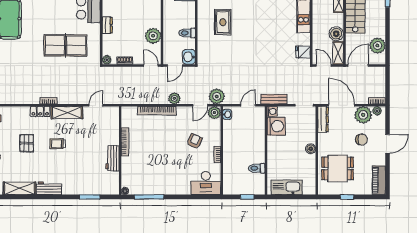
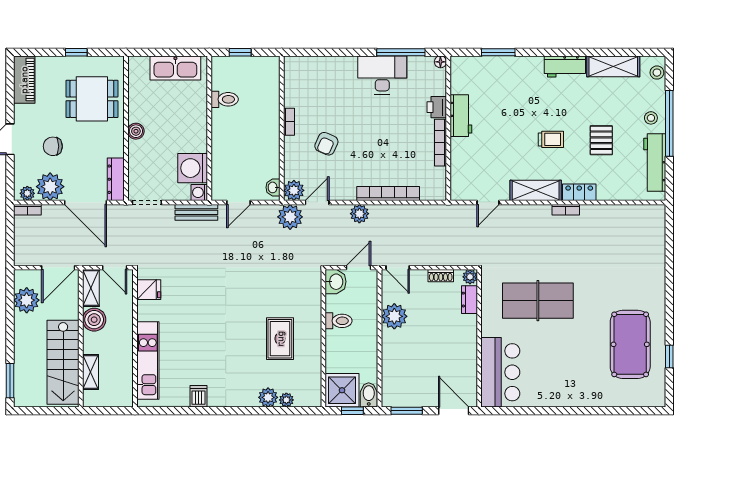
dresser: (107, 25) -> (469, 300), moved
printer: (127, 163) -> (437, 107), added
desk: (206, 183) -> (382, 75), moved

